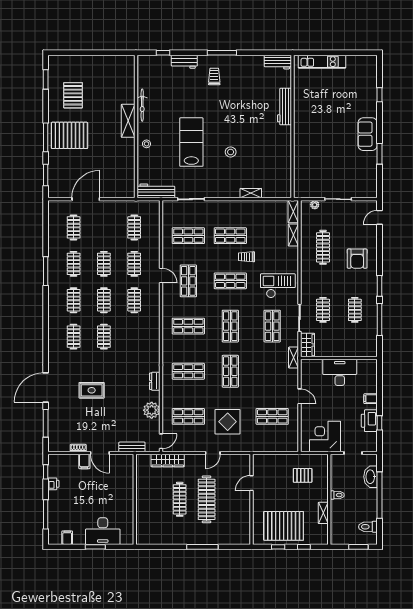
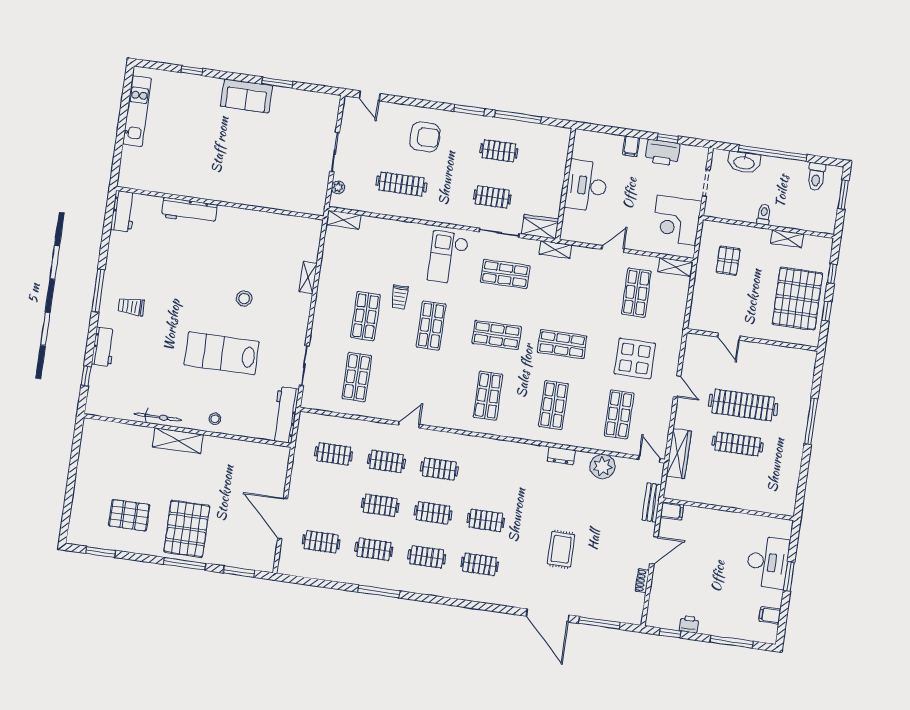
kitchen unit: (322, 62) -> (137, 111), moved
shelving: (293, 235) -> (675, 267), moved
shop shelf: (188, 281) -> (422, 386), removed
filing cabinet: (84, 461) -> (672, 511), moved

